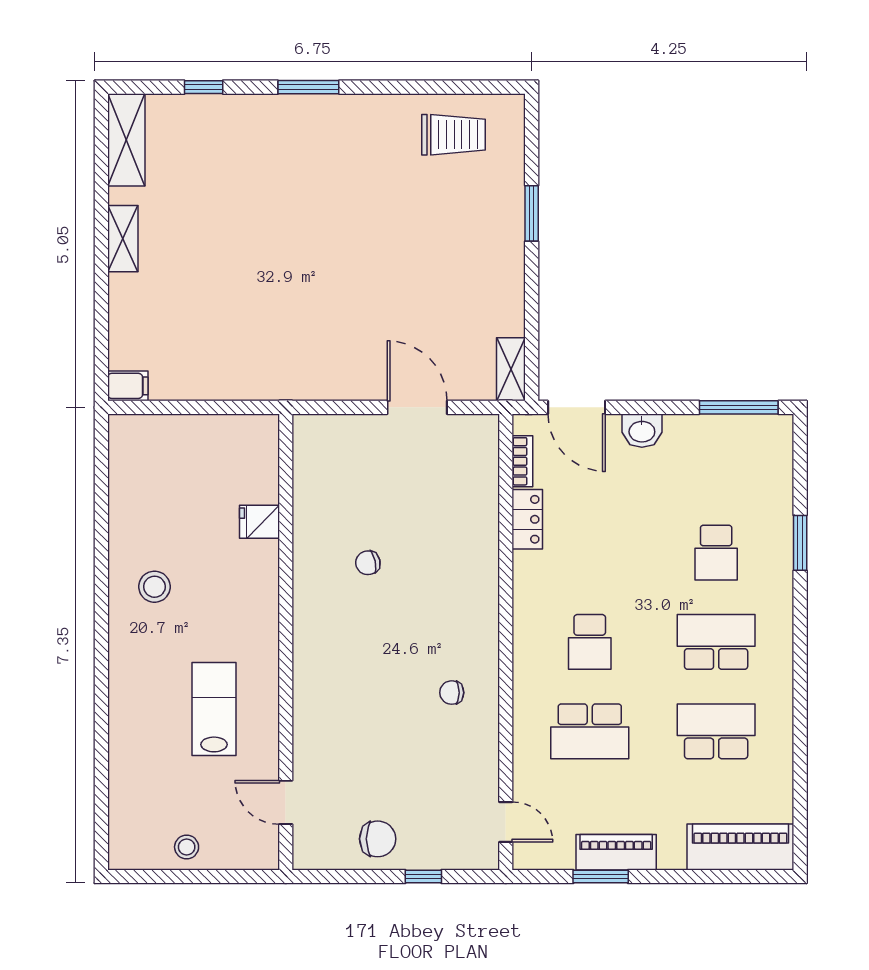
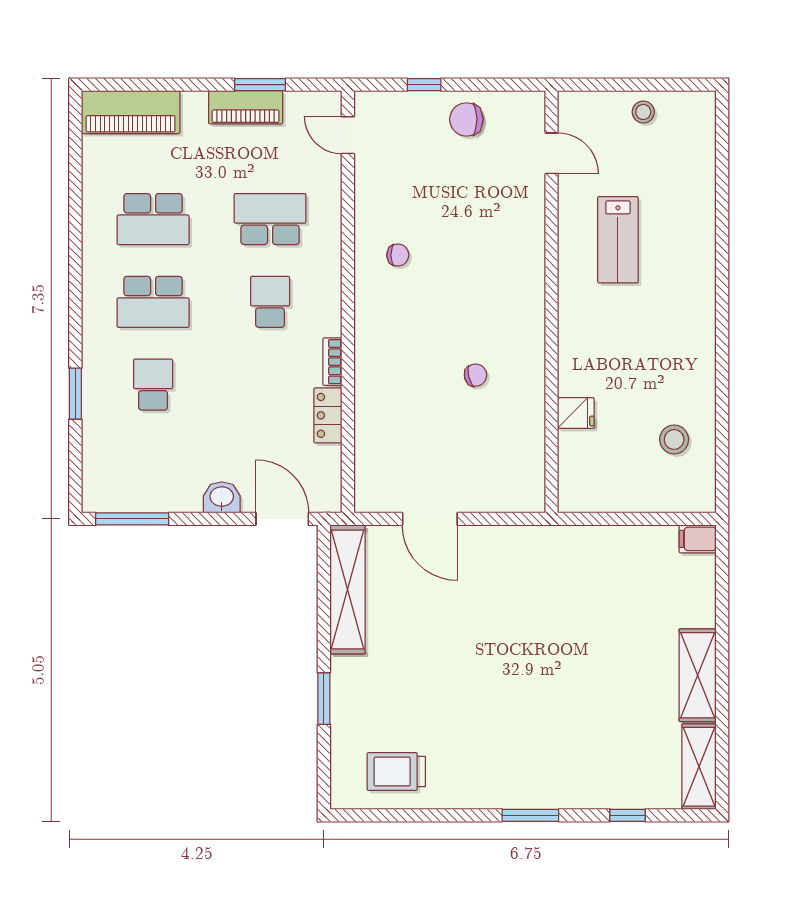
shelving: (123, 239) -> (698, 675), width x1.50, depth x1.33
shelving: (511, 369) -> (347, 589), width x2.20, depth x1.33
bookcase: (522, 461) -> (332, 362), moved
stool: (154, 587) -> (674, 439), moved

